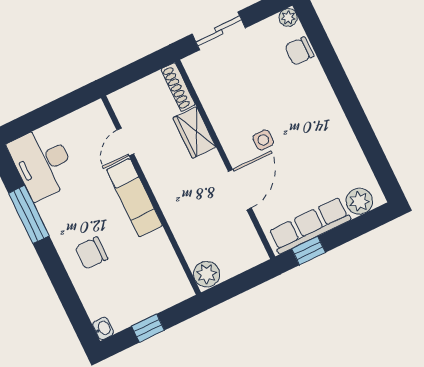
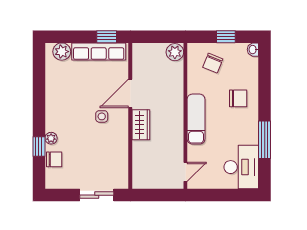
plant: (288, 17) -> (51, 138), moved
window: (328, 59) -> (39, 146), added
shoe rack: (178, 87) -> (138, 173), removed
wardrobe: (194, 133) -> (141, 125), moved
door: (125, 142) -> (185, 172), moved
chair: (148, 284) -> (213, 63), added

